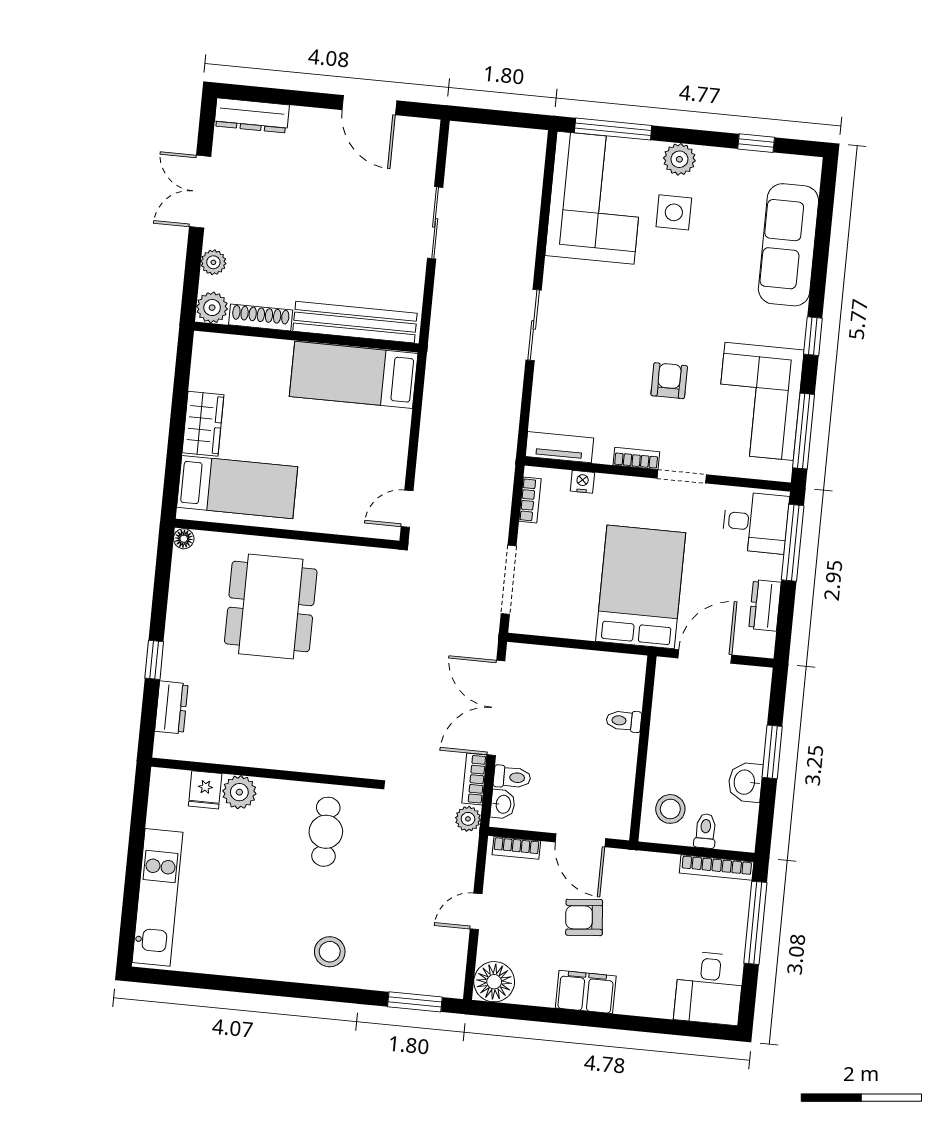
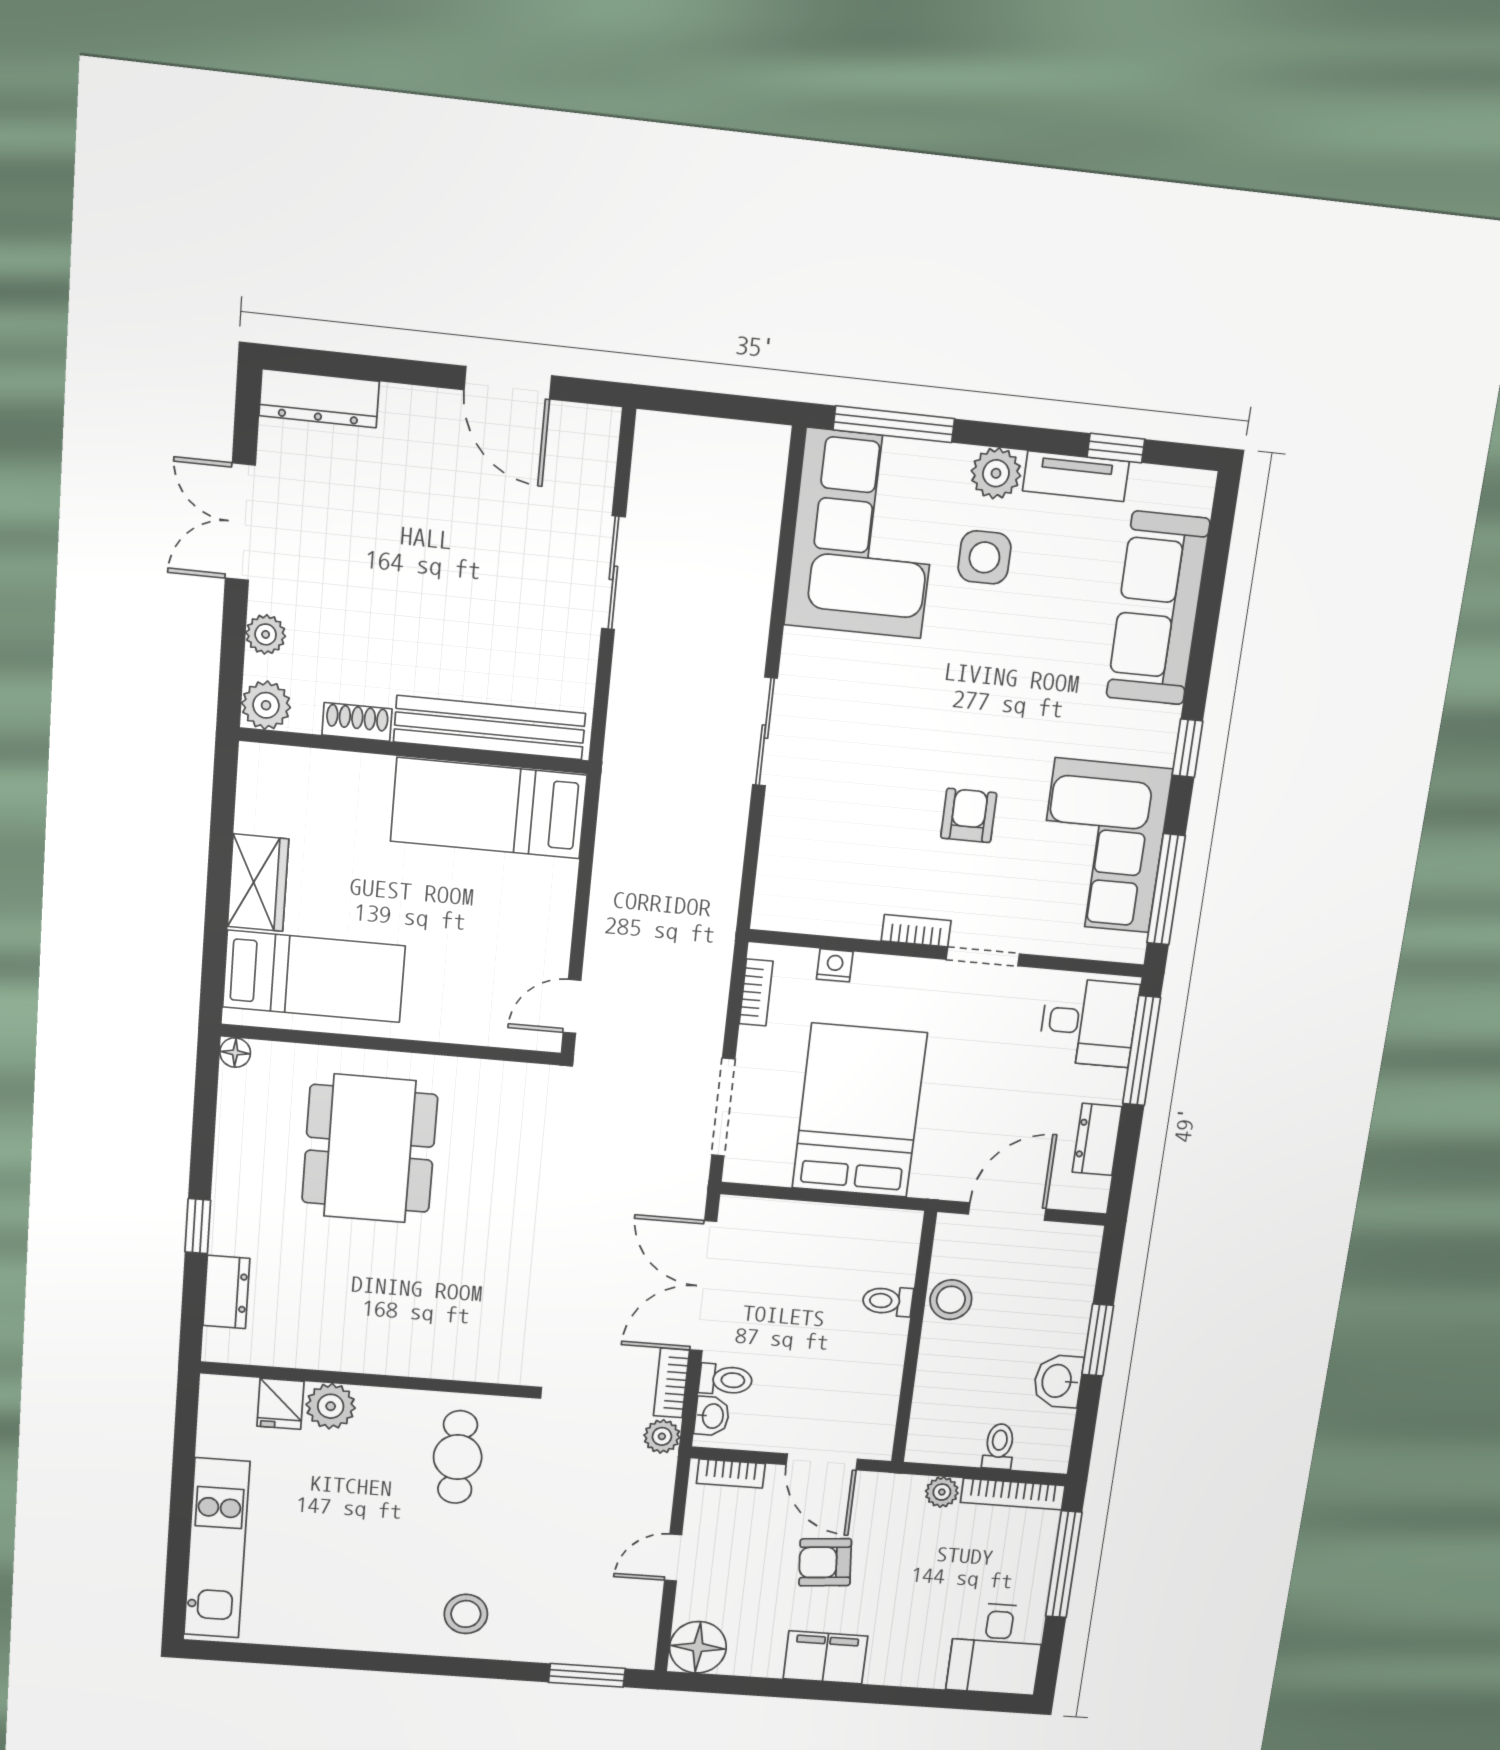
shoe rack: (261, 317) -> (357, 722), width x0.70
tv unit: (559, 447) -> (1076, 476), moved, turned 180
bed: (641, 587) -> (859, 1111), moved
stool: (670, 809) -> (951, 1300), moved
plant: (666, 865) -> (942, 1492), added

